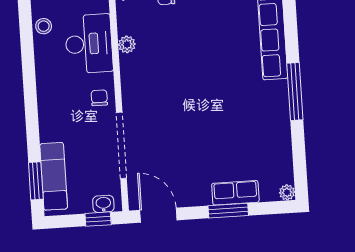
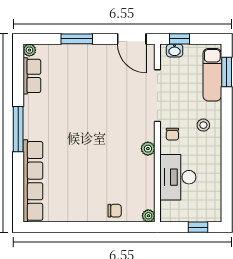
stool: (44, 26) -> (203, 125), moved
plant: (127, 44) -> (148, 149), moved
row of seats: (235, 193) -> (32, 76), moved, turned -90

